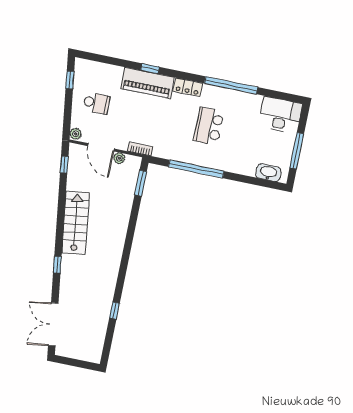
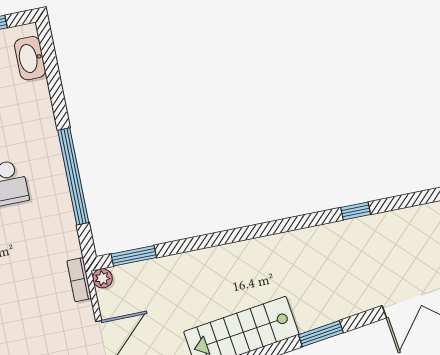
plant: (119, 158) -> (102, 278), moved
window: (57, 265) -> (321, 334), width x1.50

